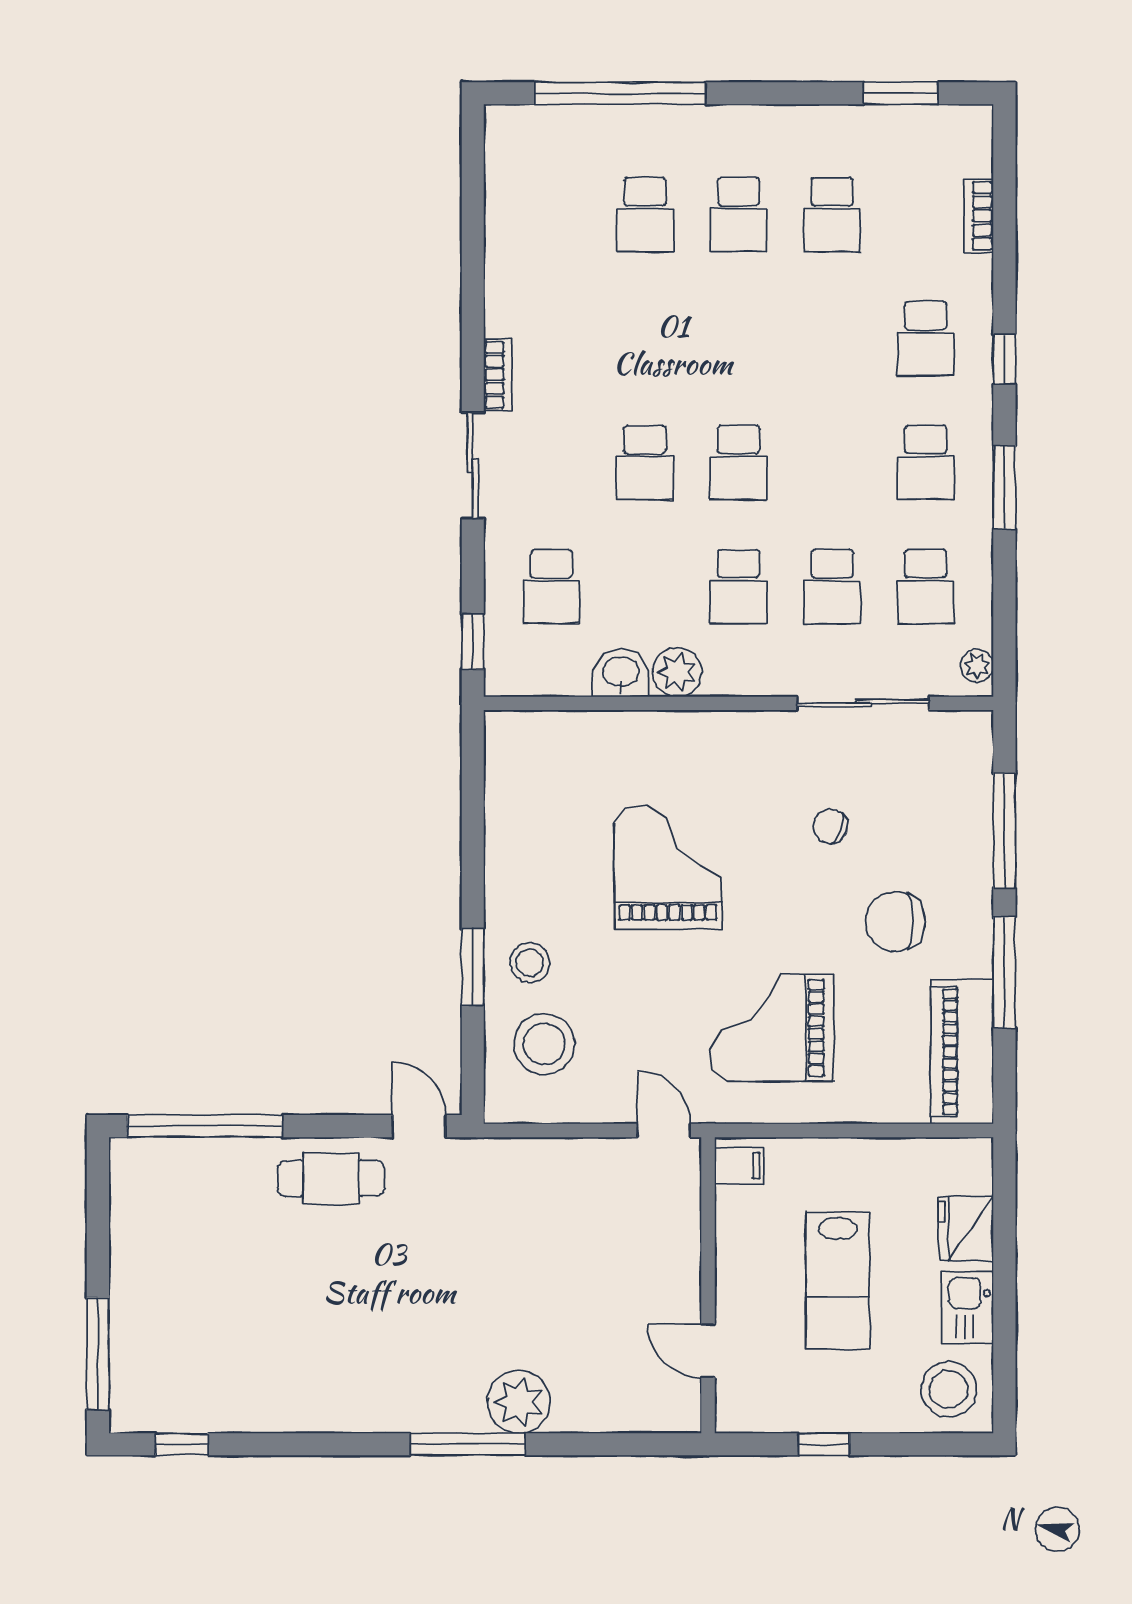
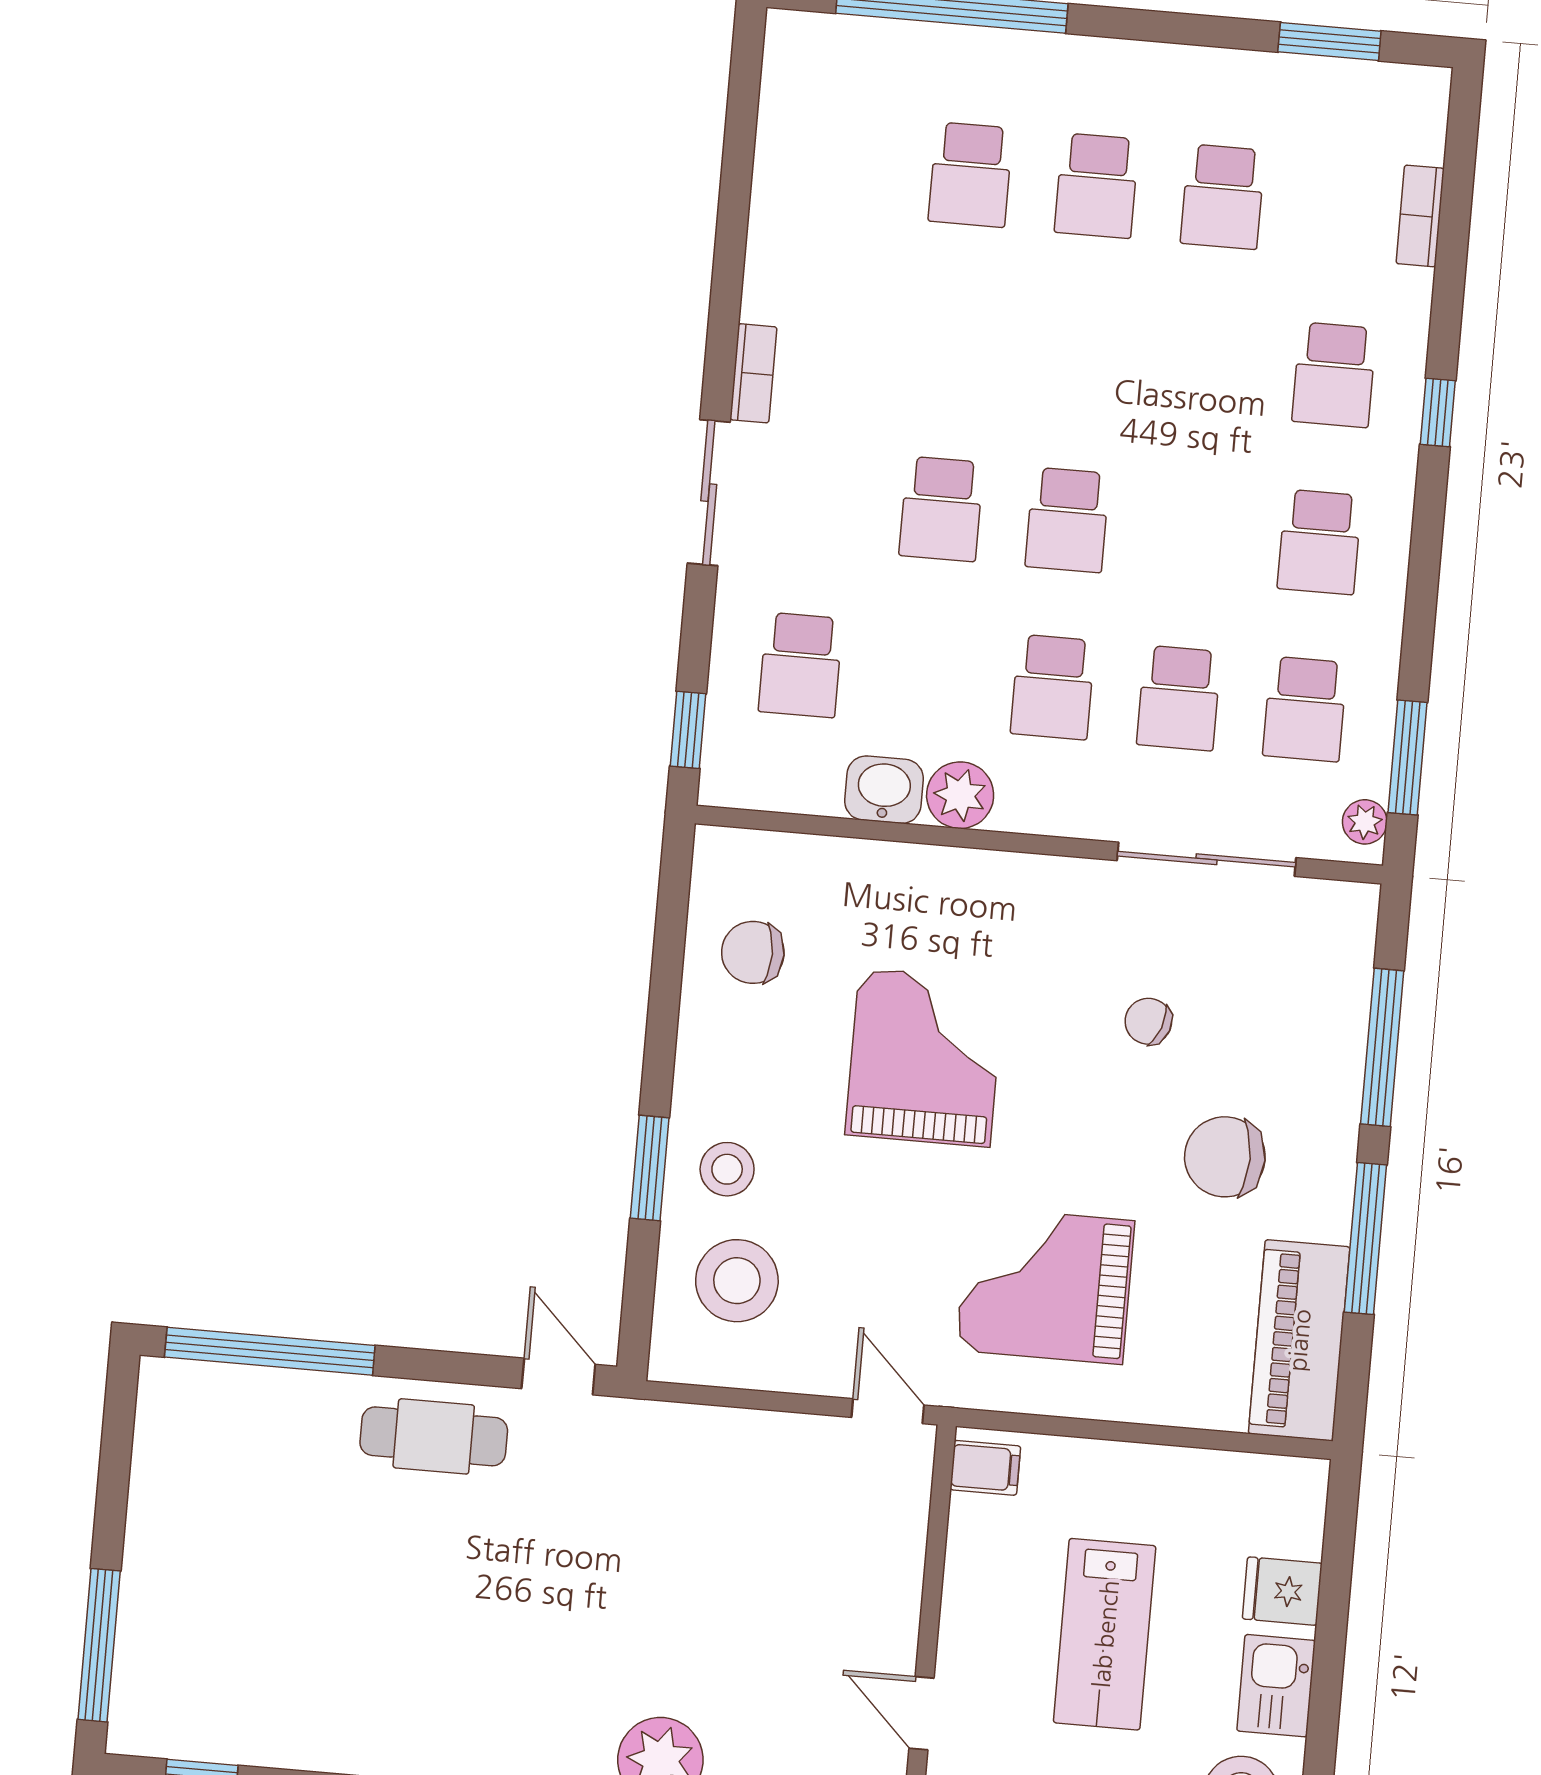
window: (1004, 488) -> (1408, 757), moved
chair: (535, 801) -> (753, 952), added
fridge: (966, 1229) -> (1282, 1591), width x0.72

